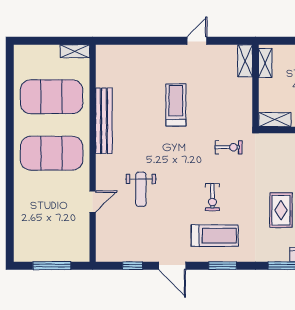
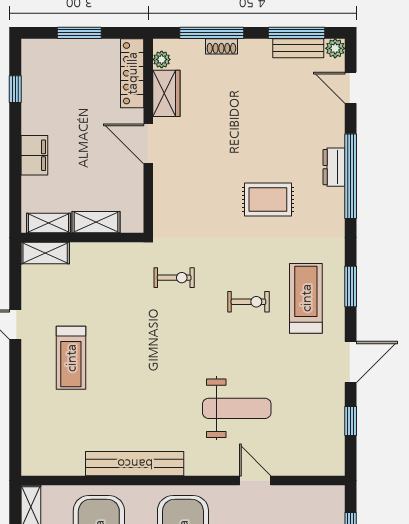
treadmill: (176, 105) -> (71, 358), moved, turned -90
shelving: (275, 120) -> (96, 222), moved, turned 90
exercise bike: (229, 147) -> (174, 278), turned 90
weight bench: (141, 189) -> (237, 408), width x1.36, depth x1.33

